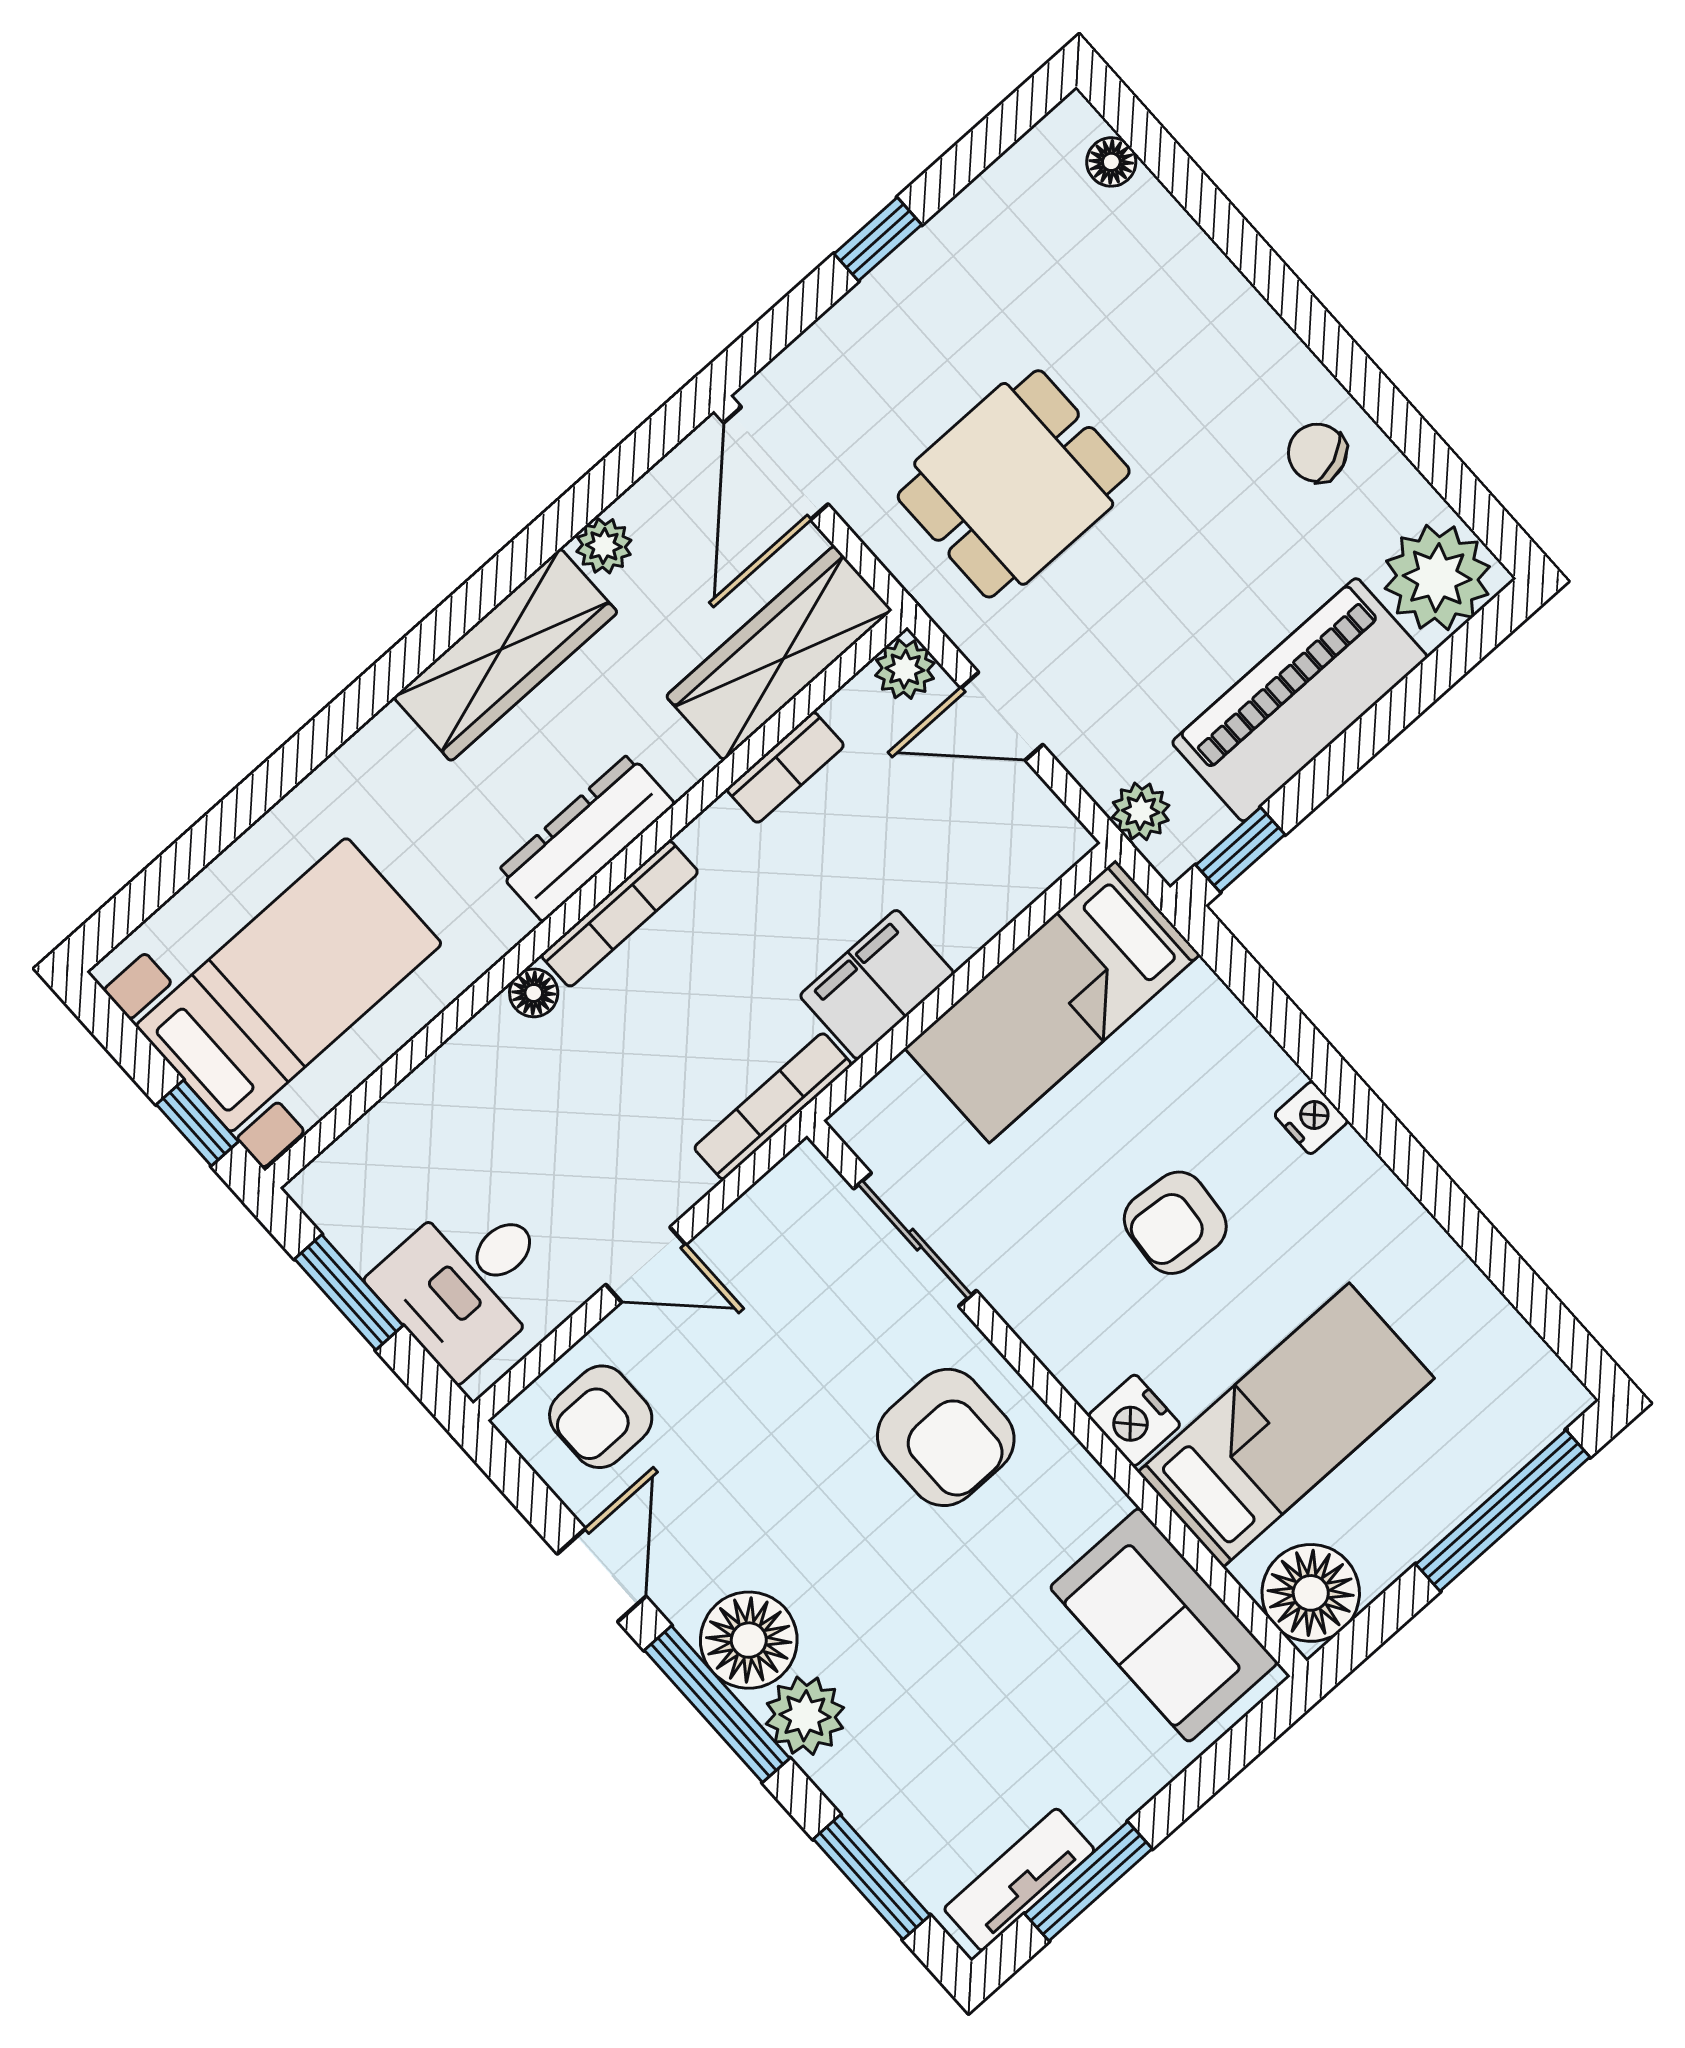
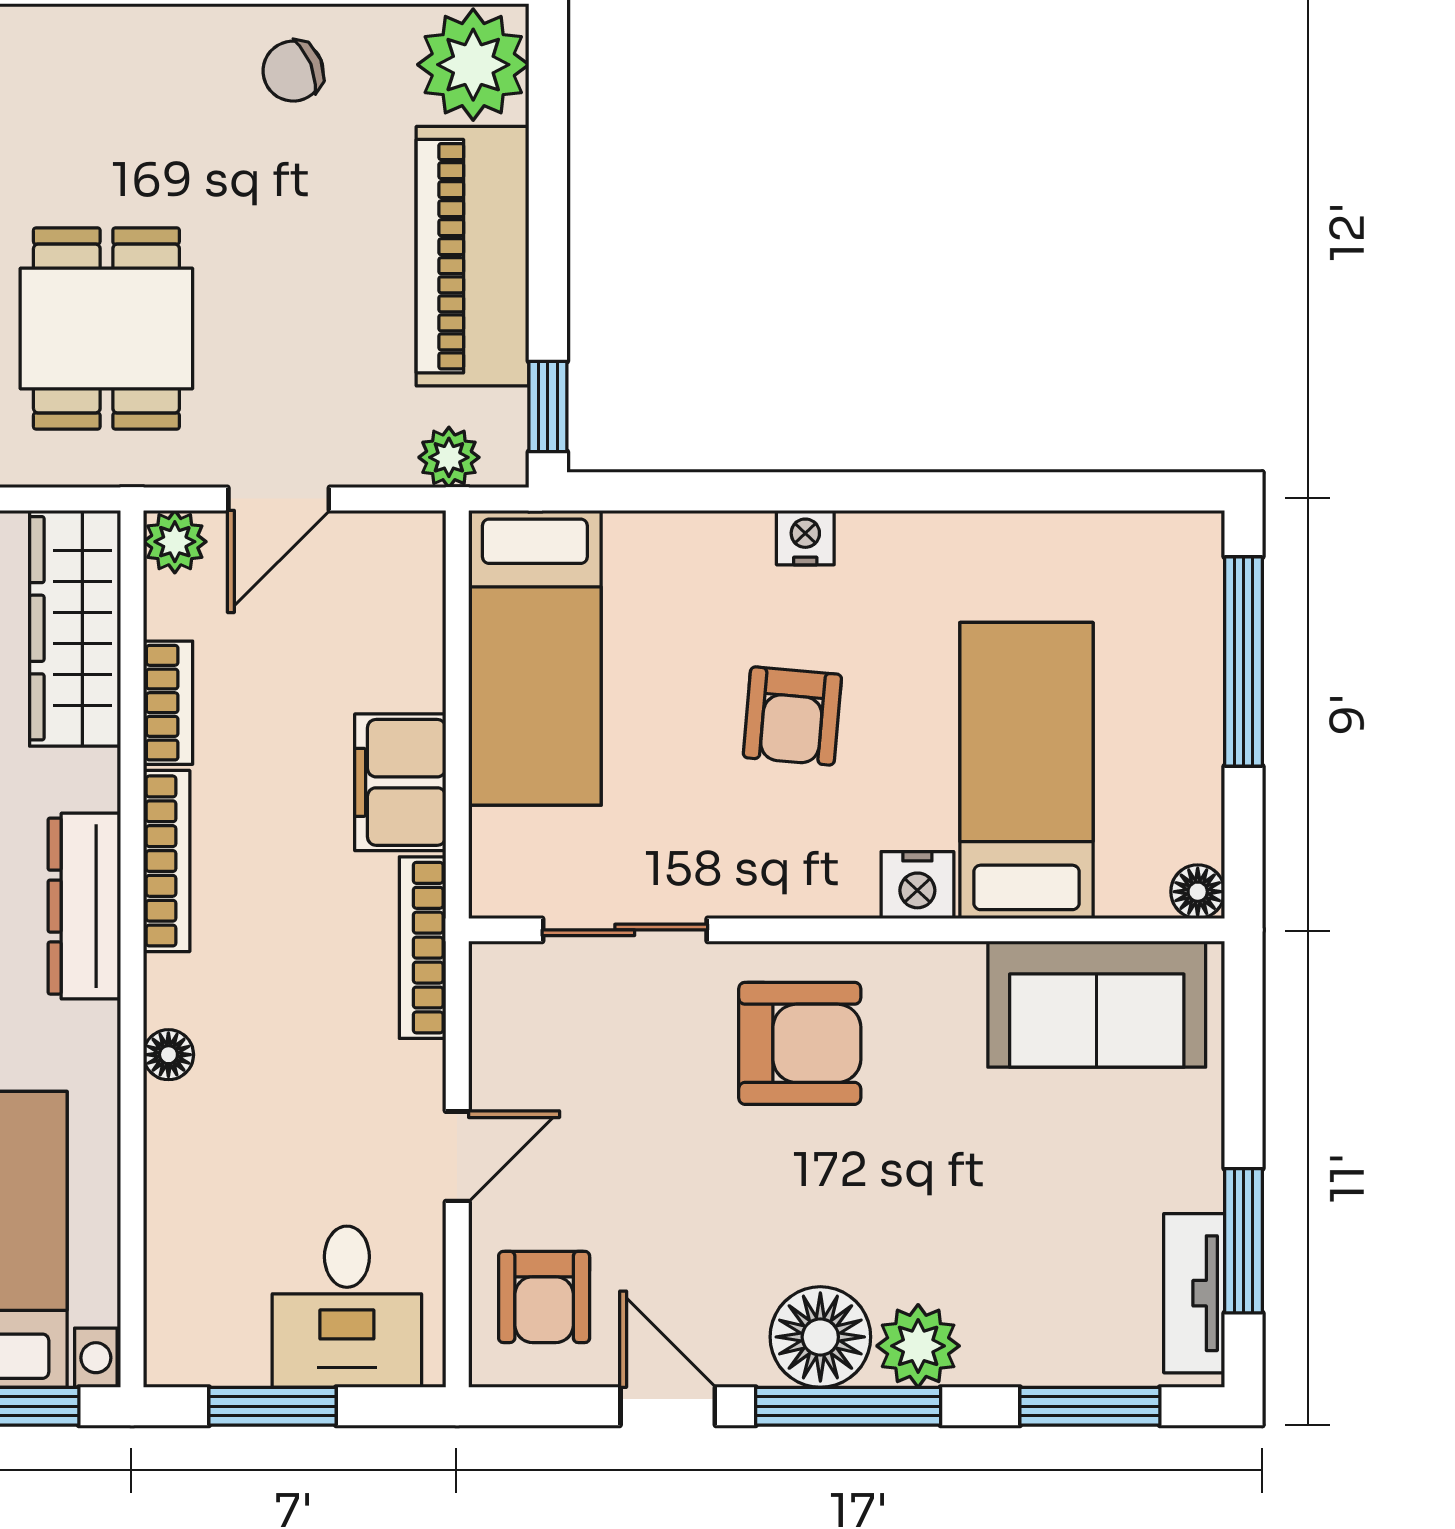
bookcase: (620, 914) -> (167, 861), moved
floor lamp: (1311, 1593) -> (1198, 892), width x0.53, depth x0.53

